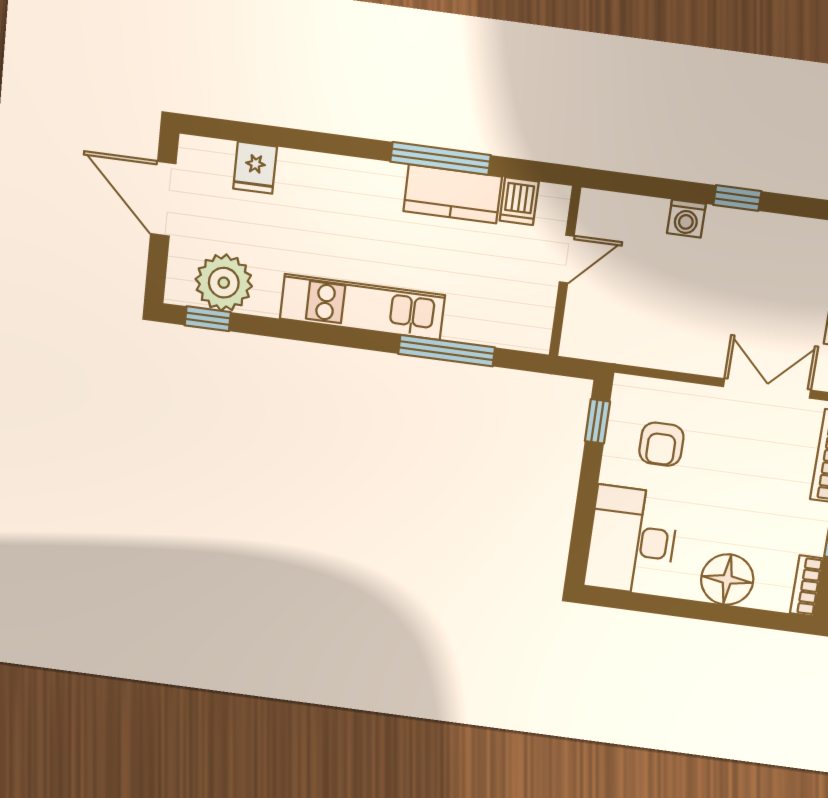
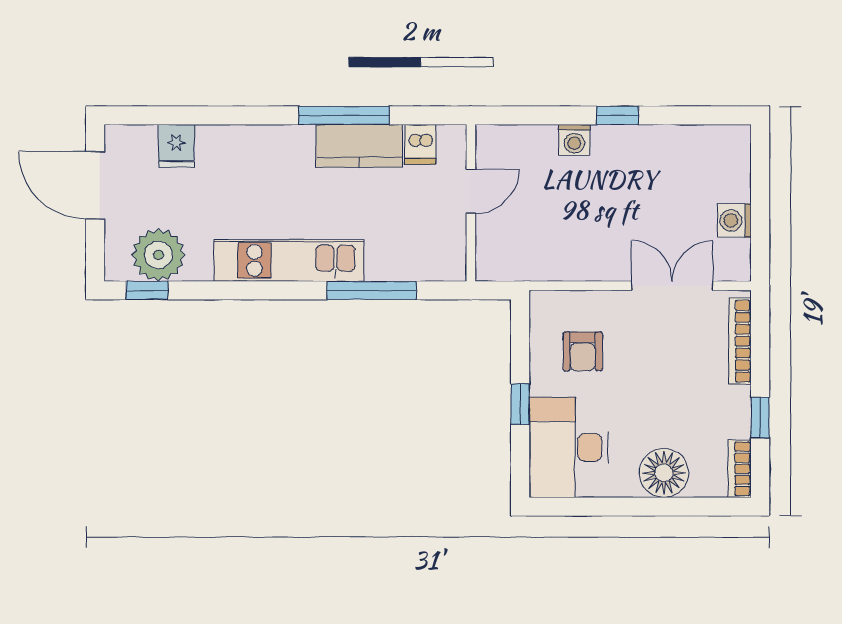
window: (597, 421) -> (520, 404), moved

